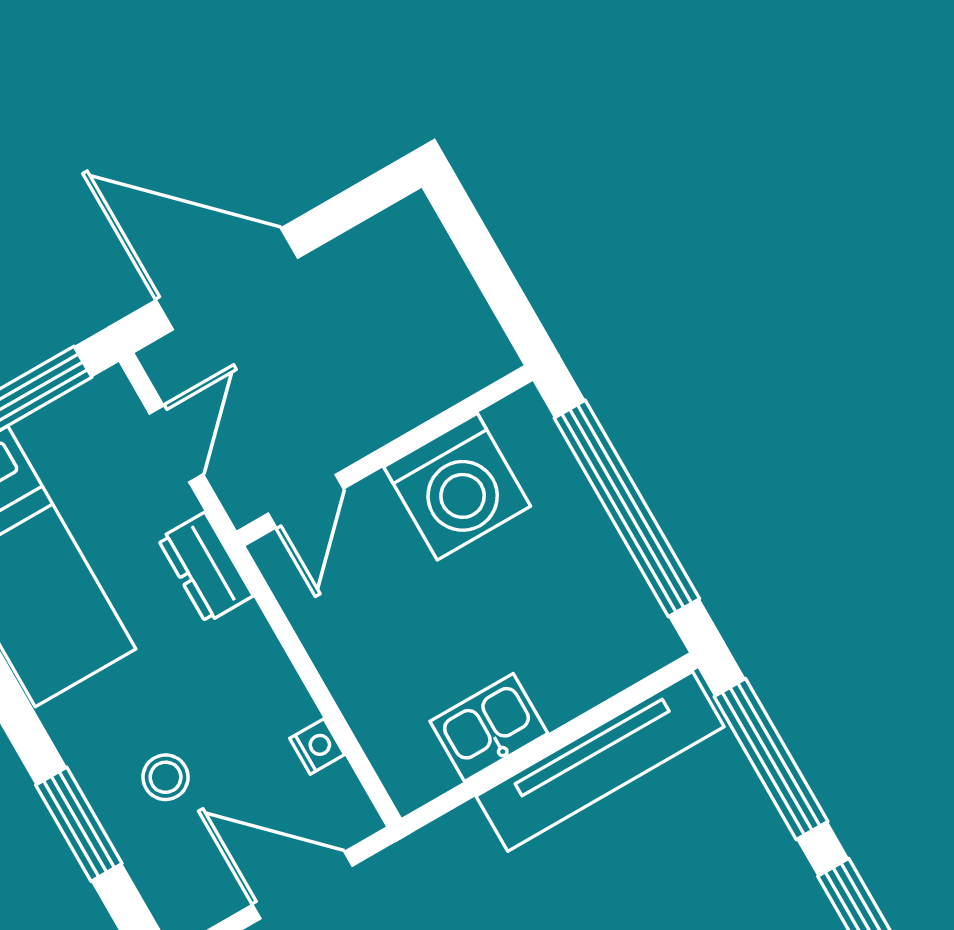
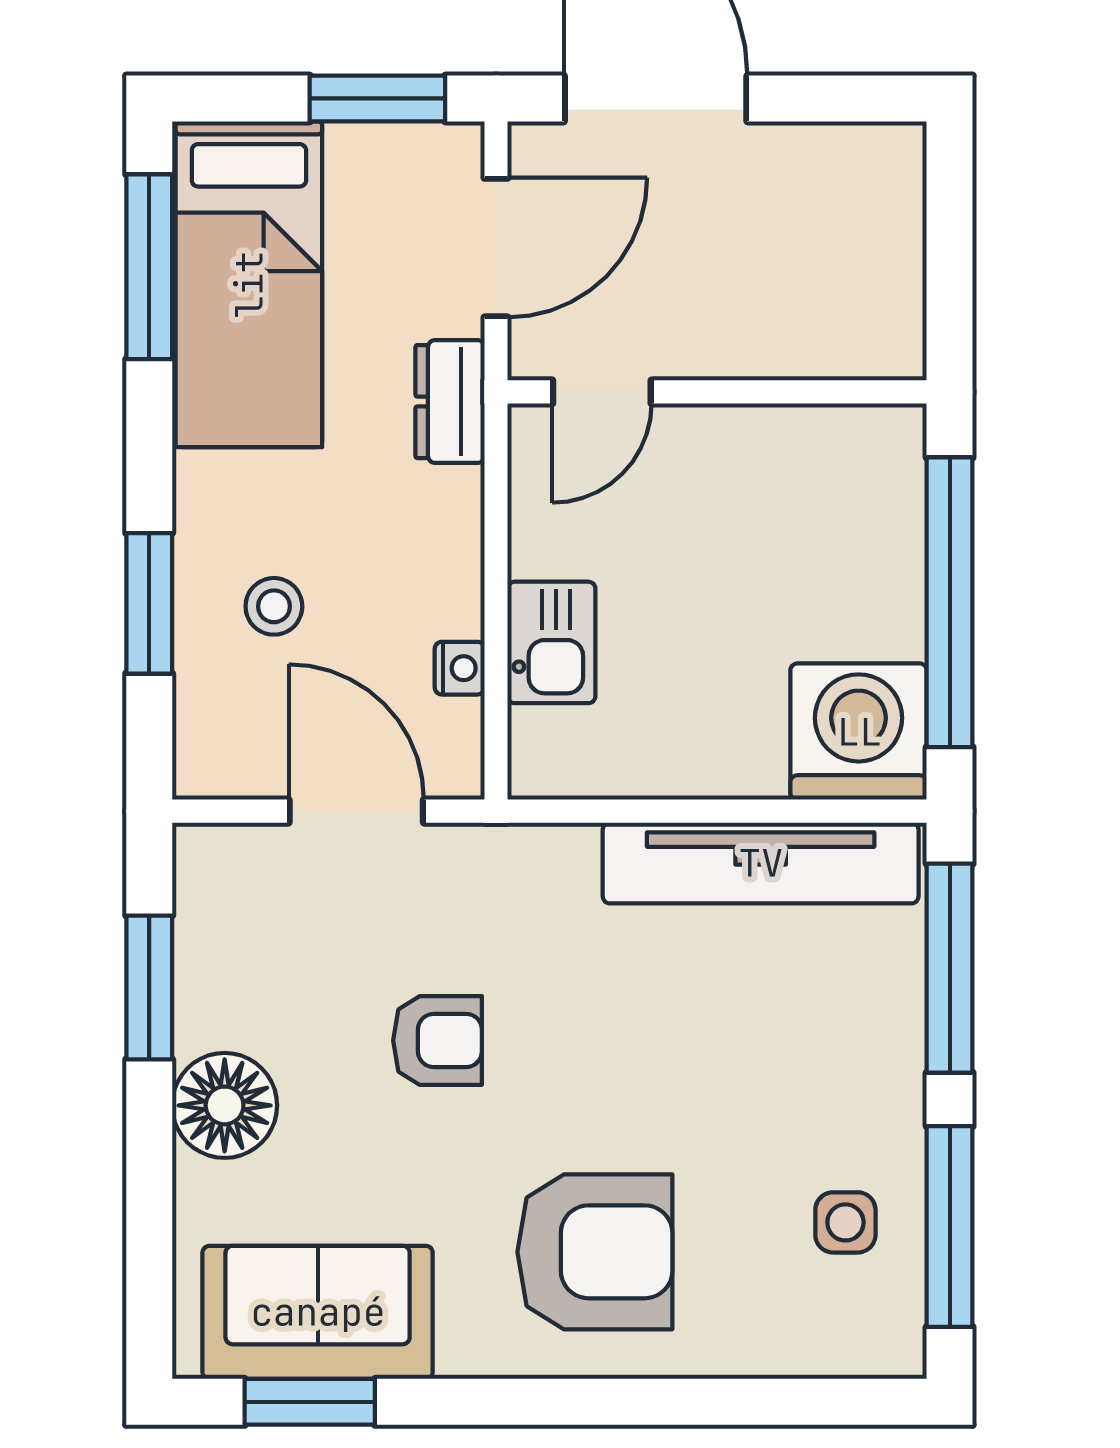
door: (176, 444) -> (496, 248), width x1.38
washing machine: (457, 487) -> (859, 732), moved, turned 180
kitchen sink: (489, 727) -> (551, 642), moved, turned 90

